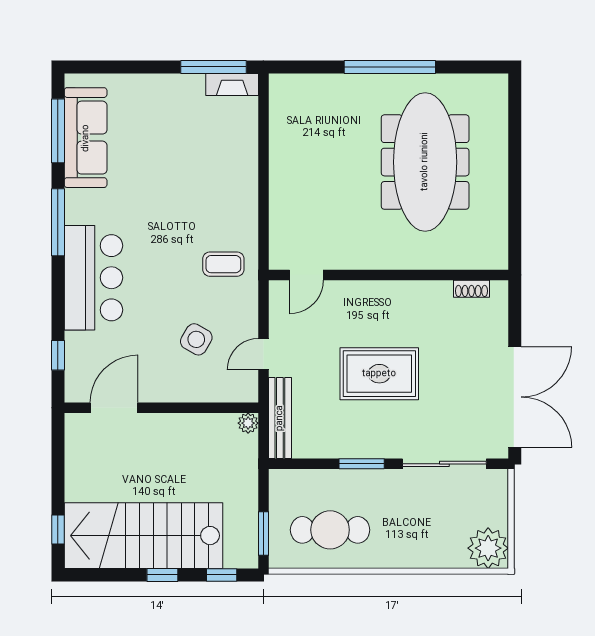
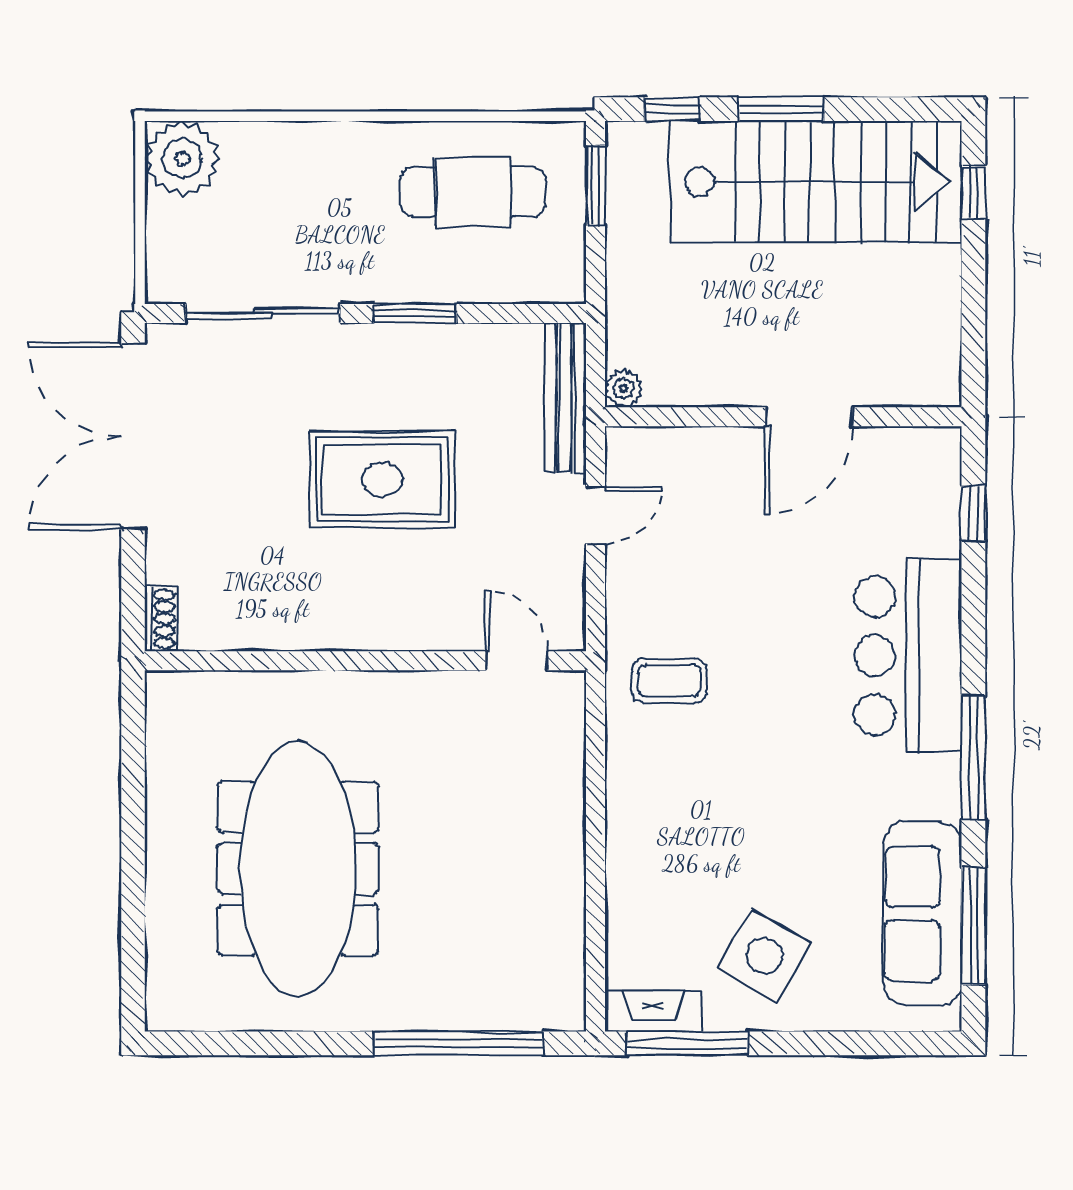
window: (390, 67) -> (459, 1043), moved
door: (306, 275) -> (517, 661), hinge flipped
shoe rack: (472, 289) -> (161, 619), moved, turned 90
side table: (196, 339) -> (765, 955), moved, width x1.37, depth x1.37
door: (114, 408) -> (809, 417), moved
window: (162, 575) -> (781, 109), width x1.50

